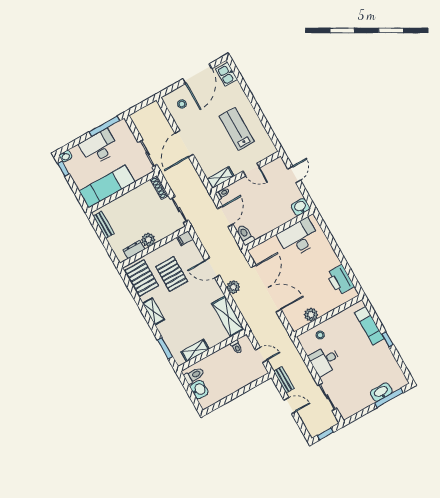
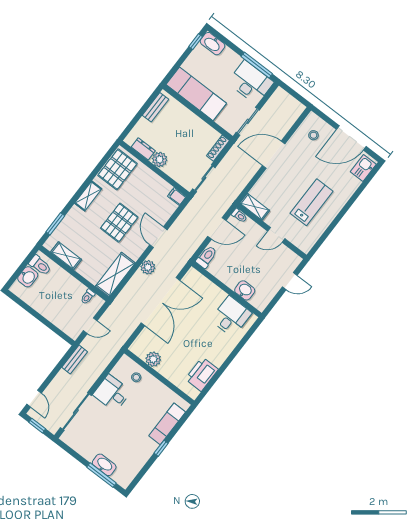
desk: (99, 147) -> (251, 82), moved
washbasin: (66, 156) -> (213, 44), width x1.91, depth x1.45
door: (251, 170) -> (276, 235), hinge flipped
washbasin: (300, 207) -> (245, 290), moved
desk: (299, 238) -> (231, 316), width x0.73
pallet: (172, 274) -> (119, 223), moved
door: (261, 355) -> (90, 326), hinge flipped
sliding door: (327, 397) -> (76, 412), width x1.37
door: (290, 406) -> (34, 399), moved

